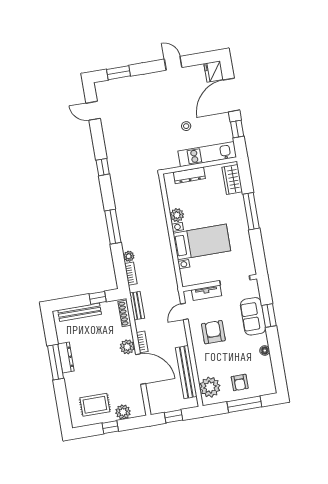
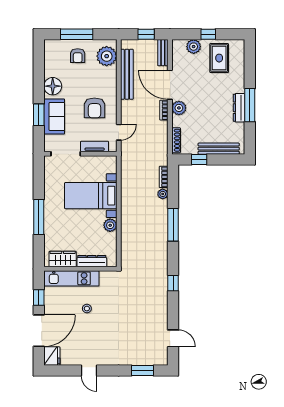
wardrobe: (232, 179) -> (63, 259), moved, turned -90
bench: (137, 306) -> (163, 53), moved
floor lamp: (265, 351) -> (53, 86), width x1.89, depth x1.89
armchair: (240, 383) -> (78, 56), turned 180
rug: (95, 405) -> (219, 58), turned 90

